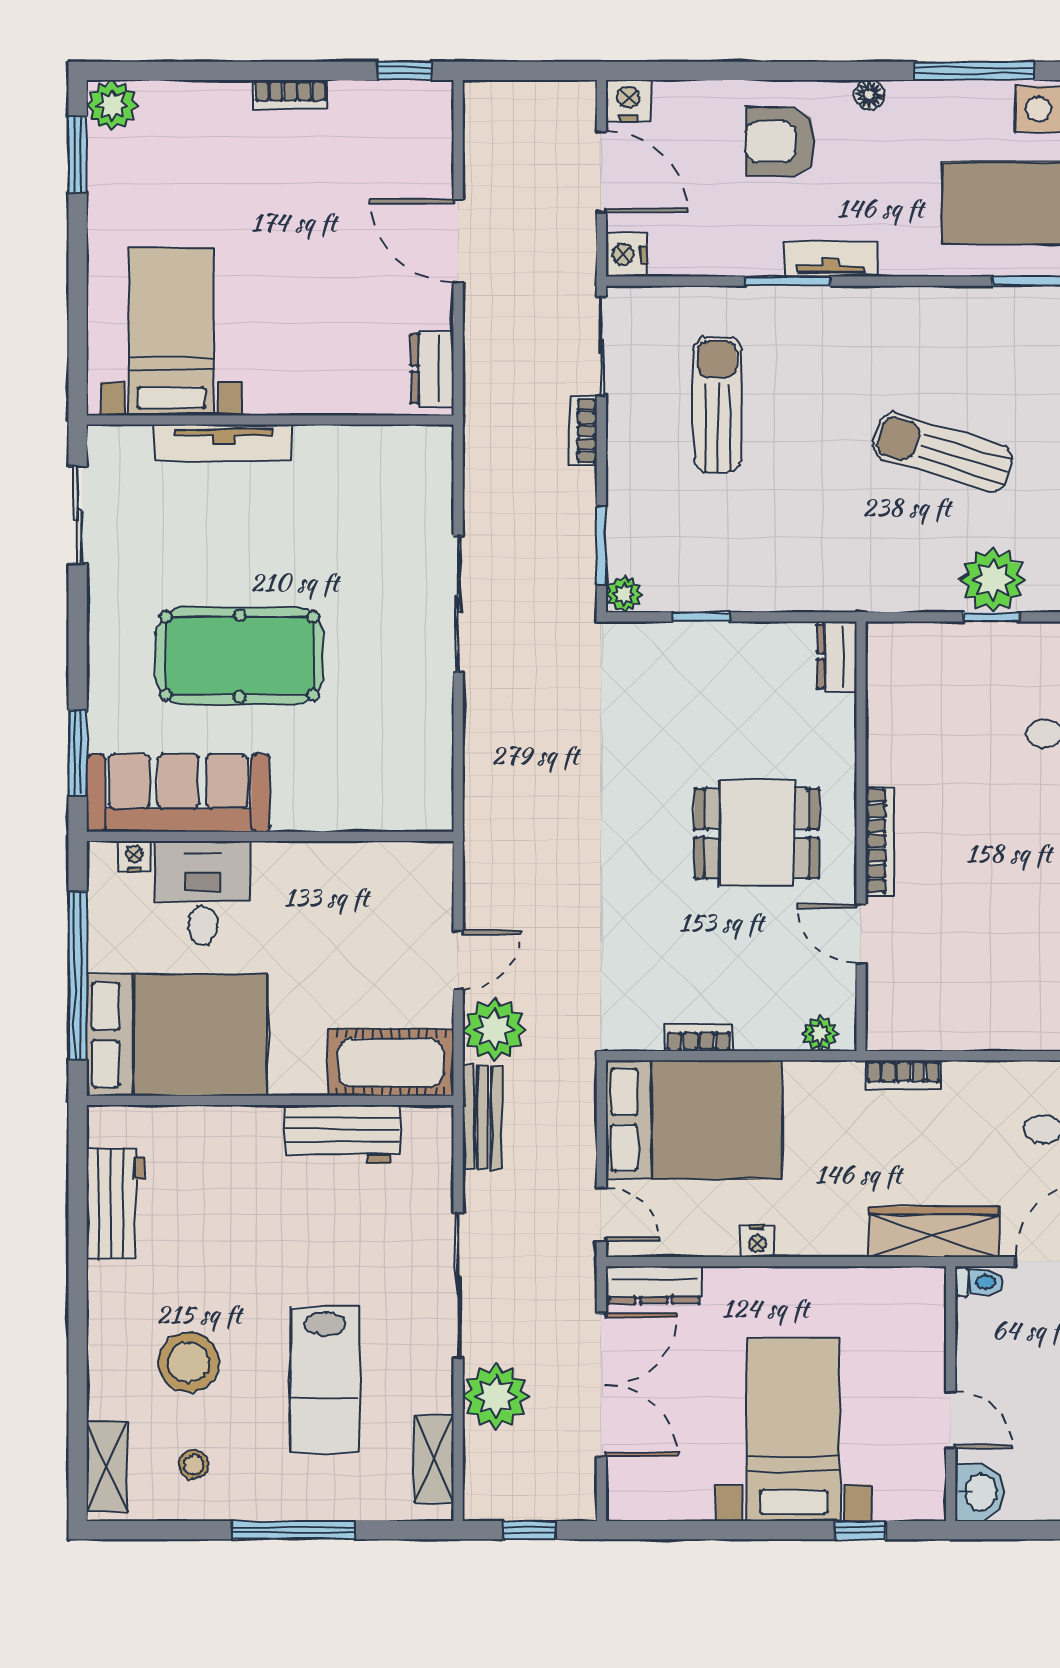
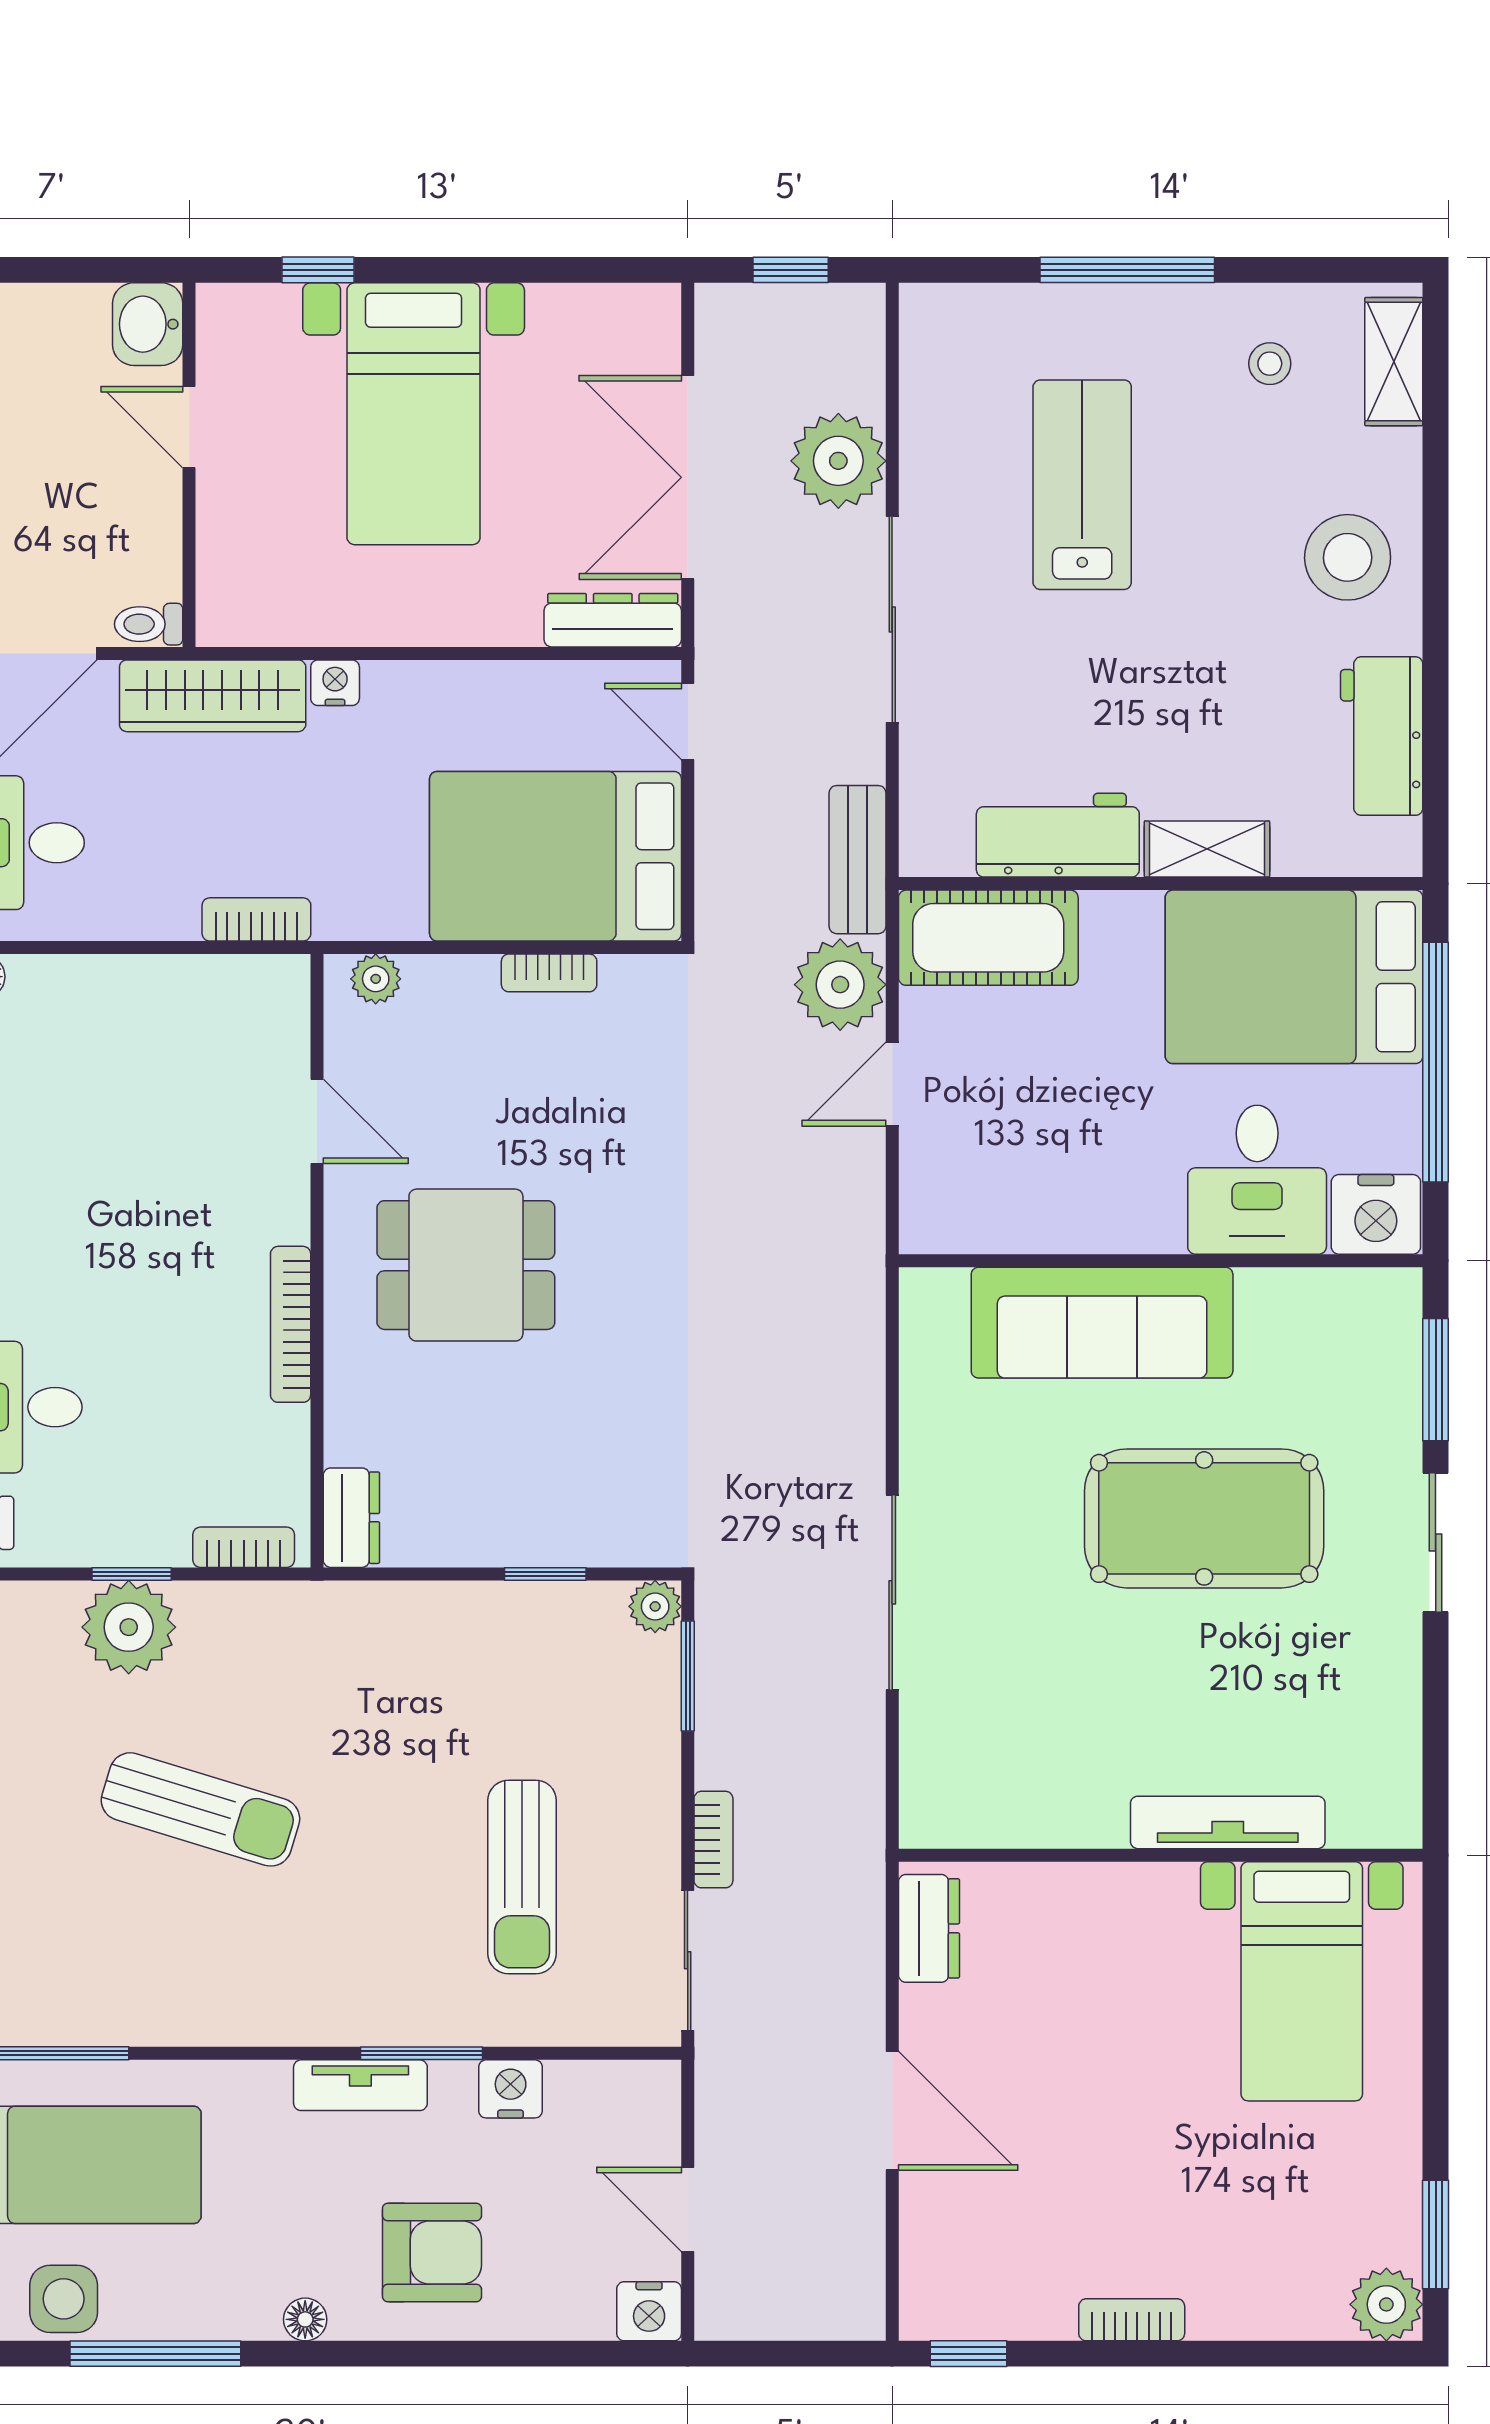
door: (601, 172) -> (688, 2209), width x0.73
nightstand: (626, 254) -> (511, 2089), moved, turned -90
sliding door: (78, 515) -> (1436, 1542), moved
bookcase: (912, 636) -> (244, 1547), added
sofa: (178, 793) -> (1102, 1323), moved
bookcase: (879, 841) -> (291, 1324), moved
nightstand: (134, 856) -> (1376, 1214), width x1.89, depth x1.79
nightstand: (757, 1241) -> (335, 683), moved
stool: (188, 1362) -> (1348, 557), moved
shelving: (434, 1459) -> (1207, 849), moved, turned 90

